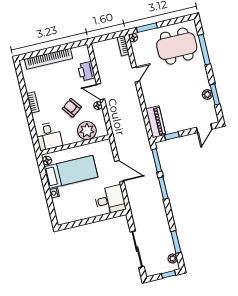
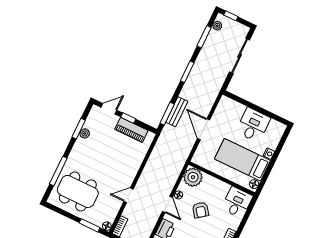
piano: (156, 122) -> (131, 130), moved, turned -90
plant: (87, 131) -> (193, 177), moved
window: (172, 136) -> (128, 118), moved
bench: (151, 168) -> (177, 112), added
window: (163, 188) -> (187, 72), moved
desk: (110, 200) -> (253, 125), moved, turned 90

